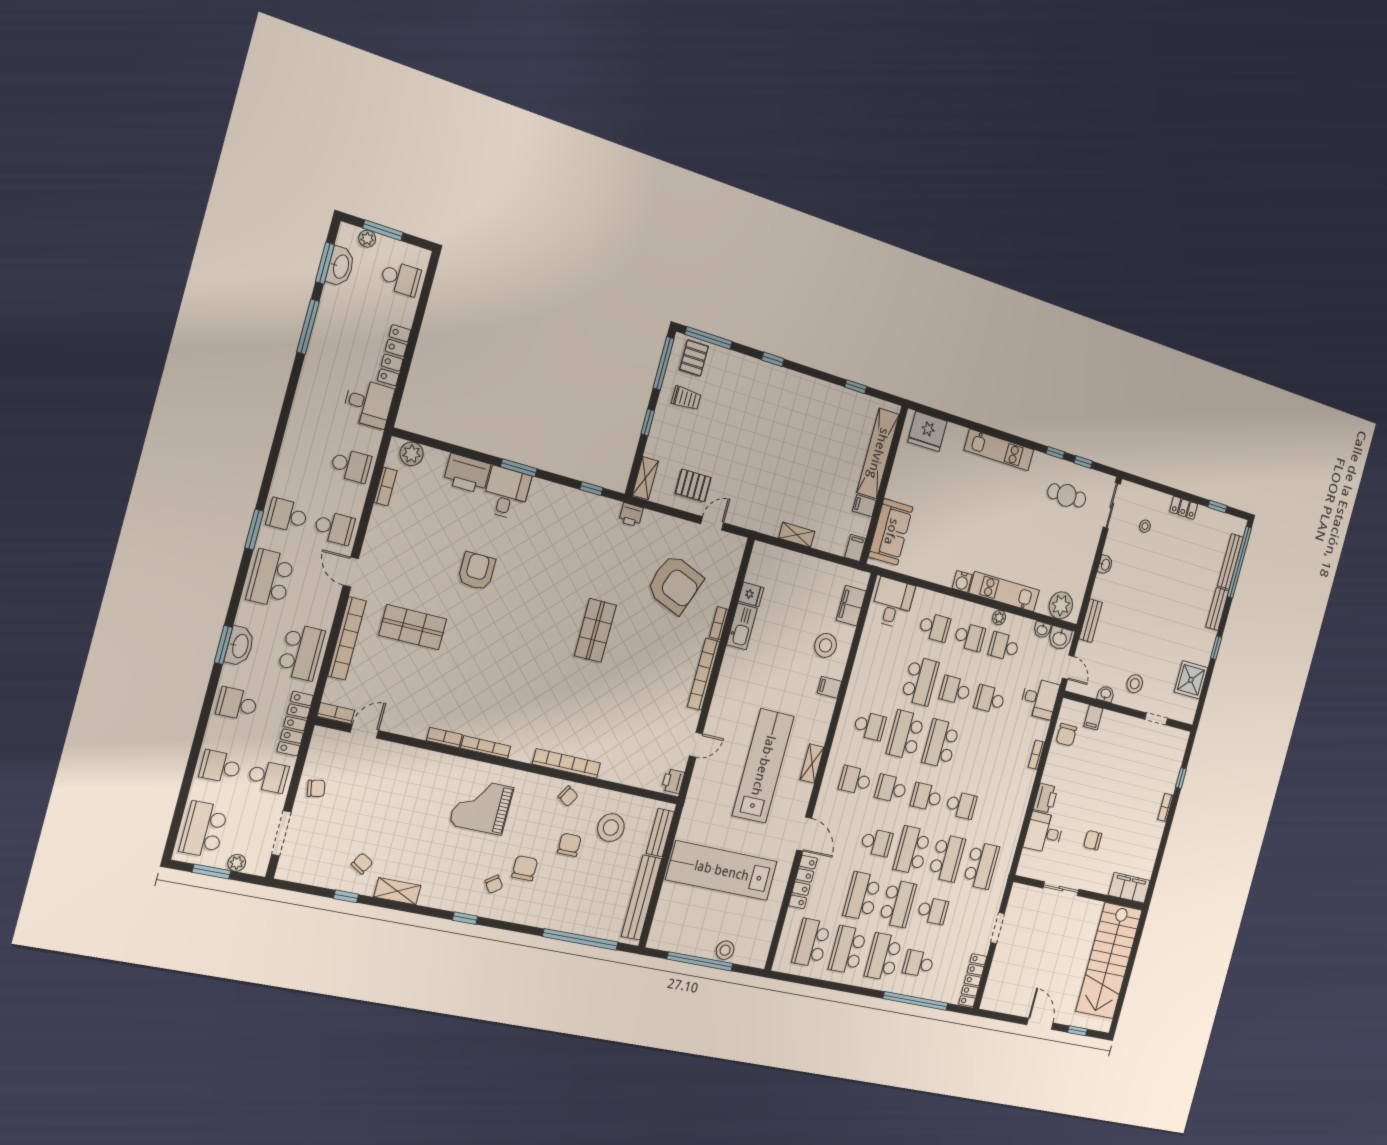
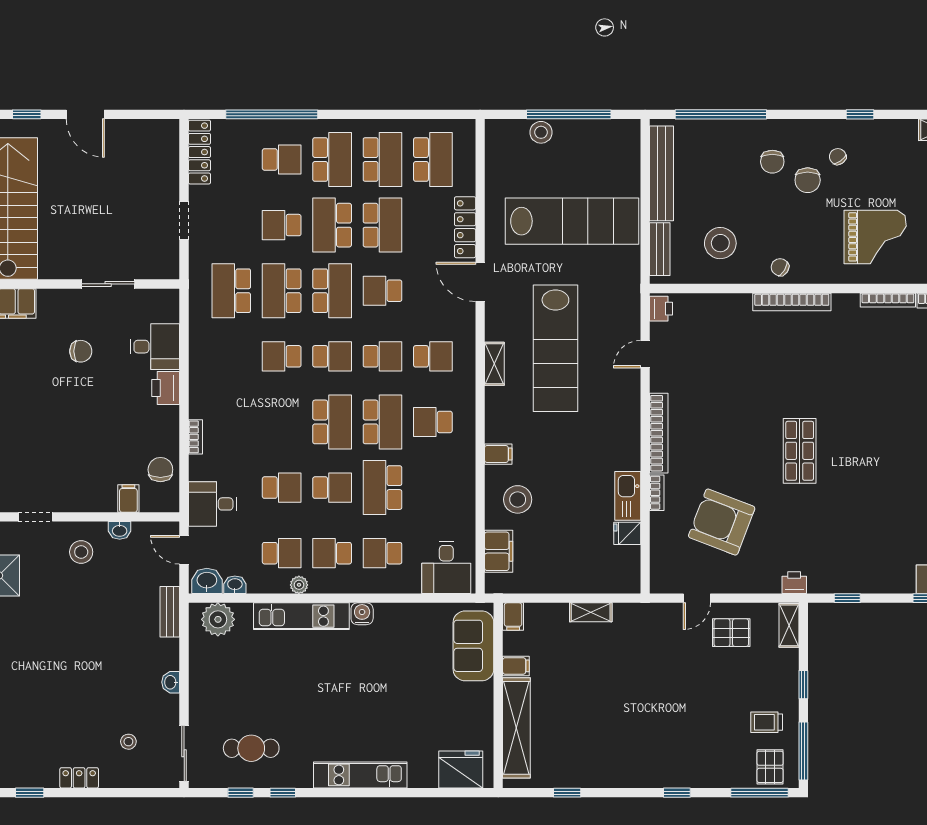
chair: (569, 845) -> (772, 162), moved

